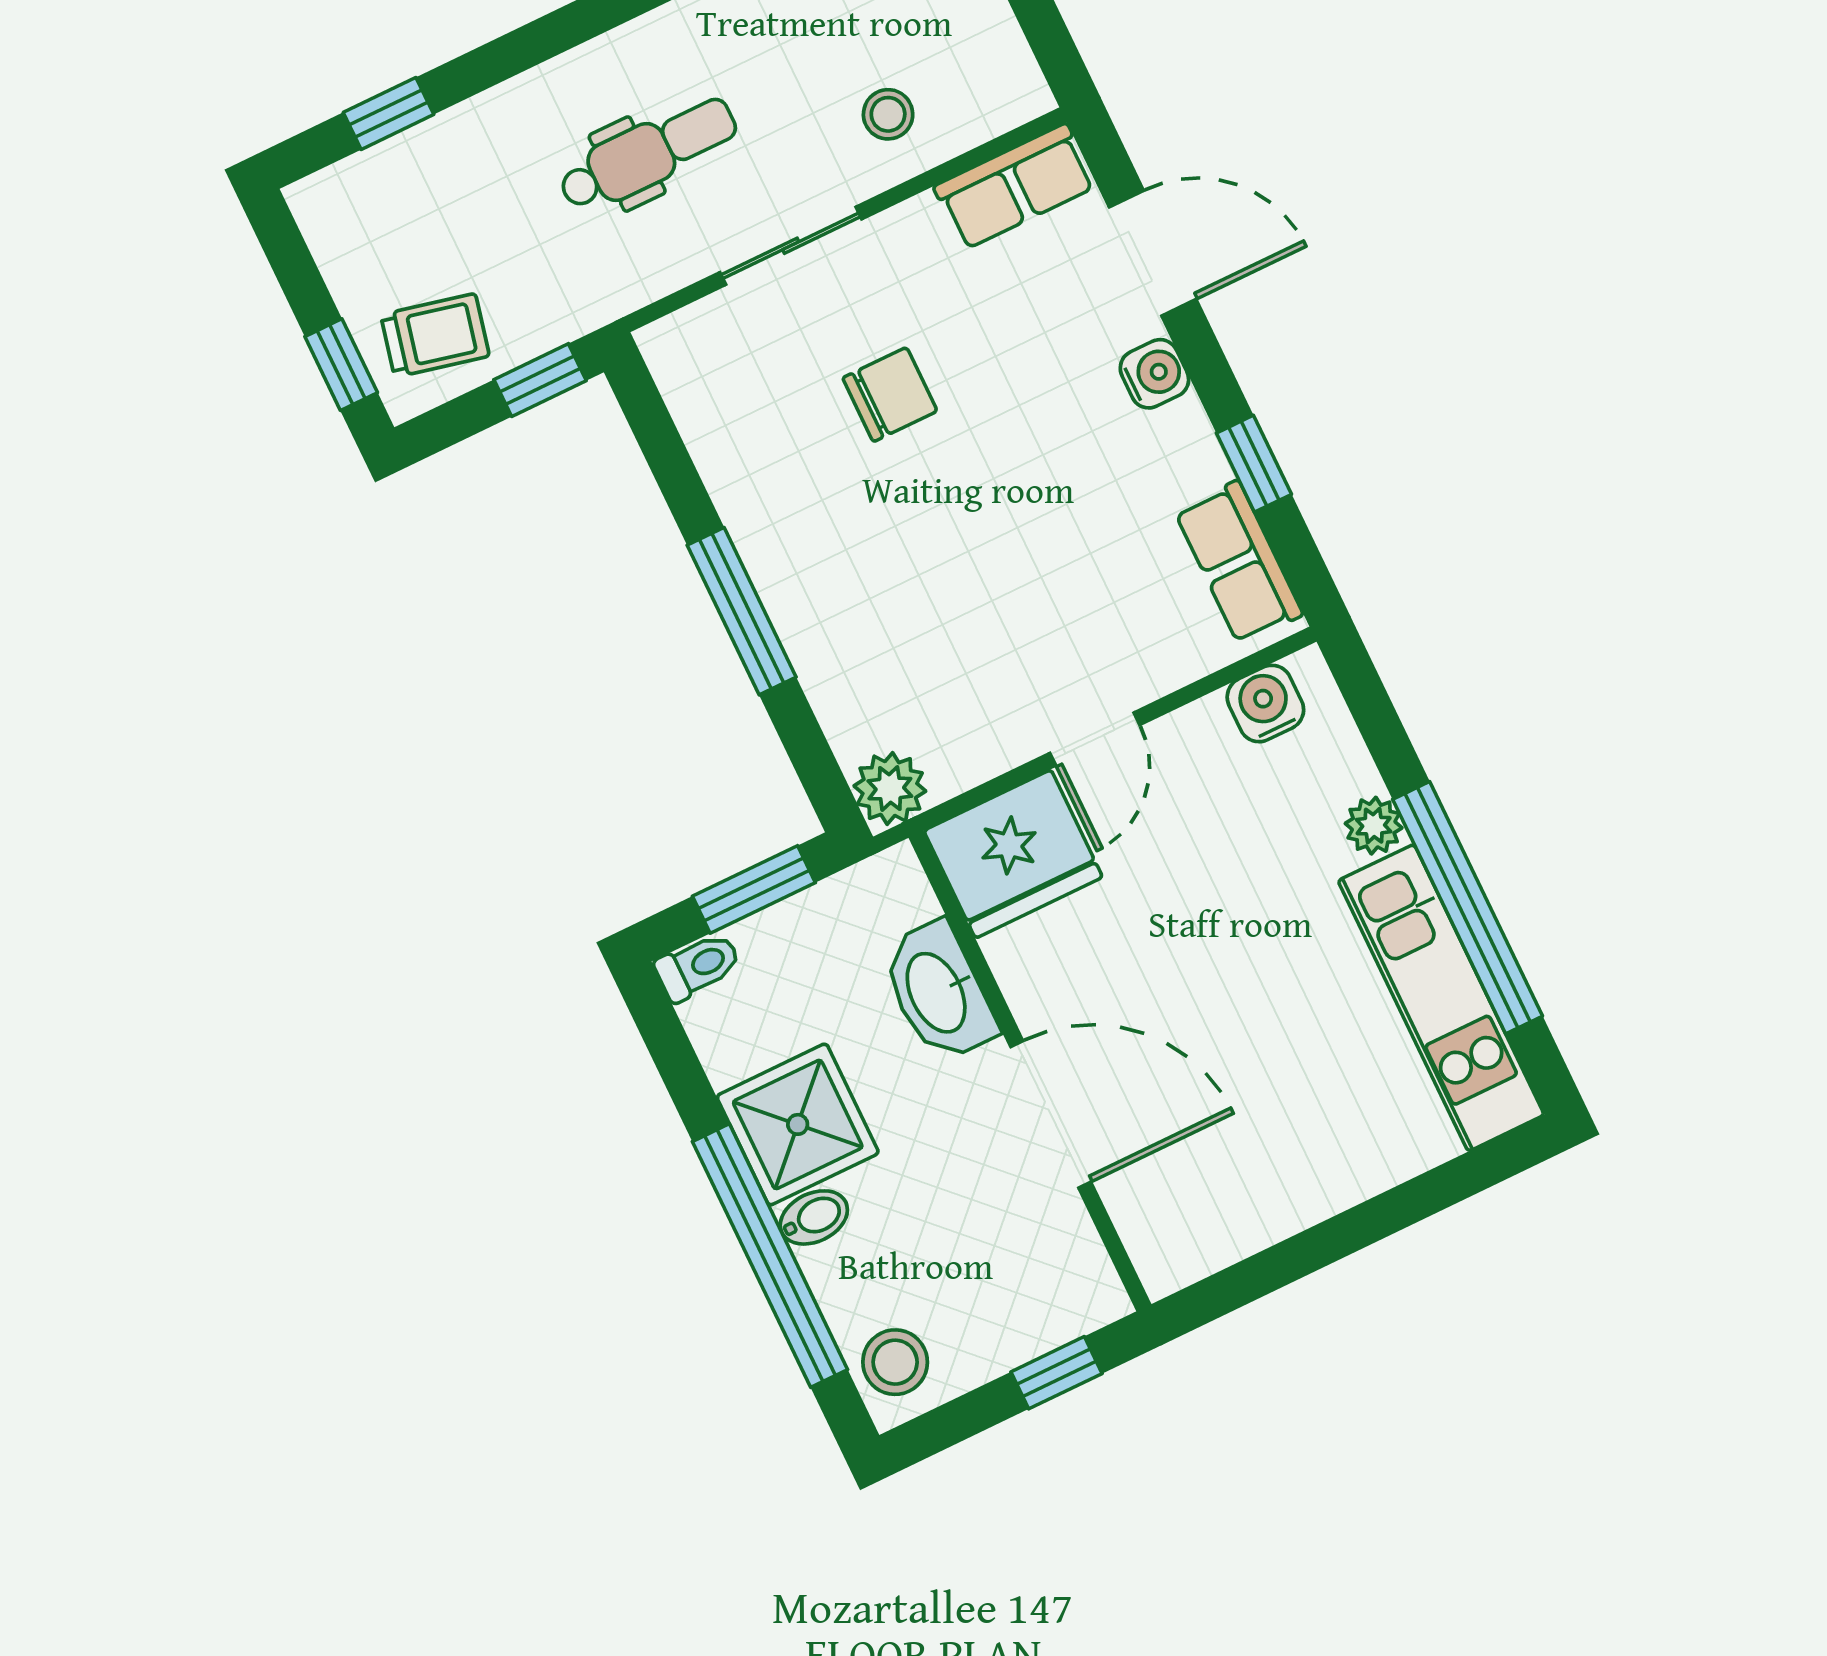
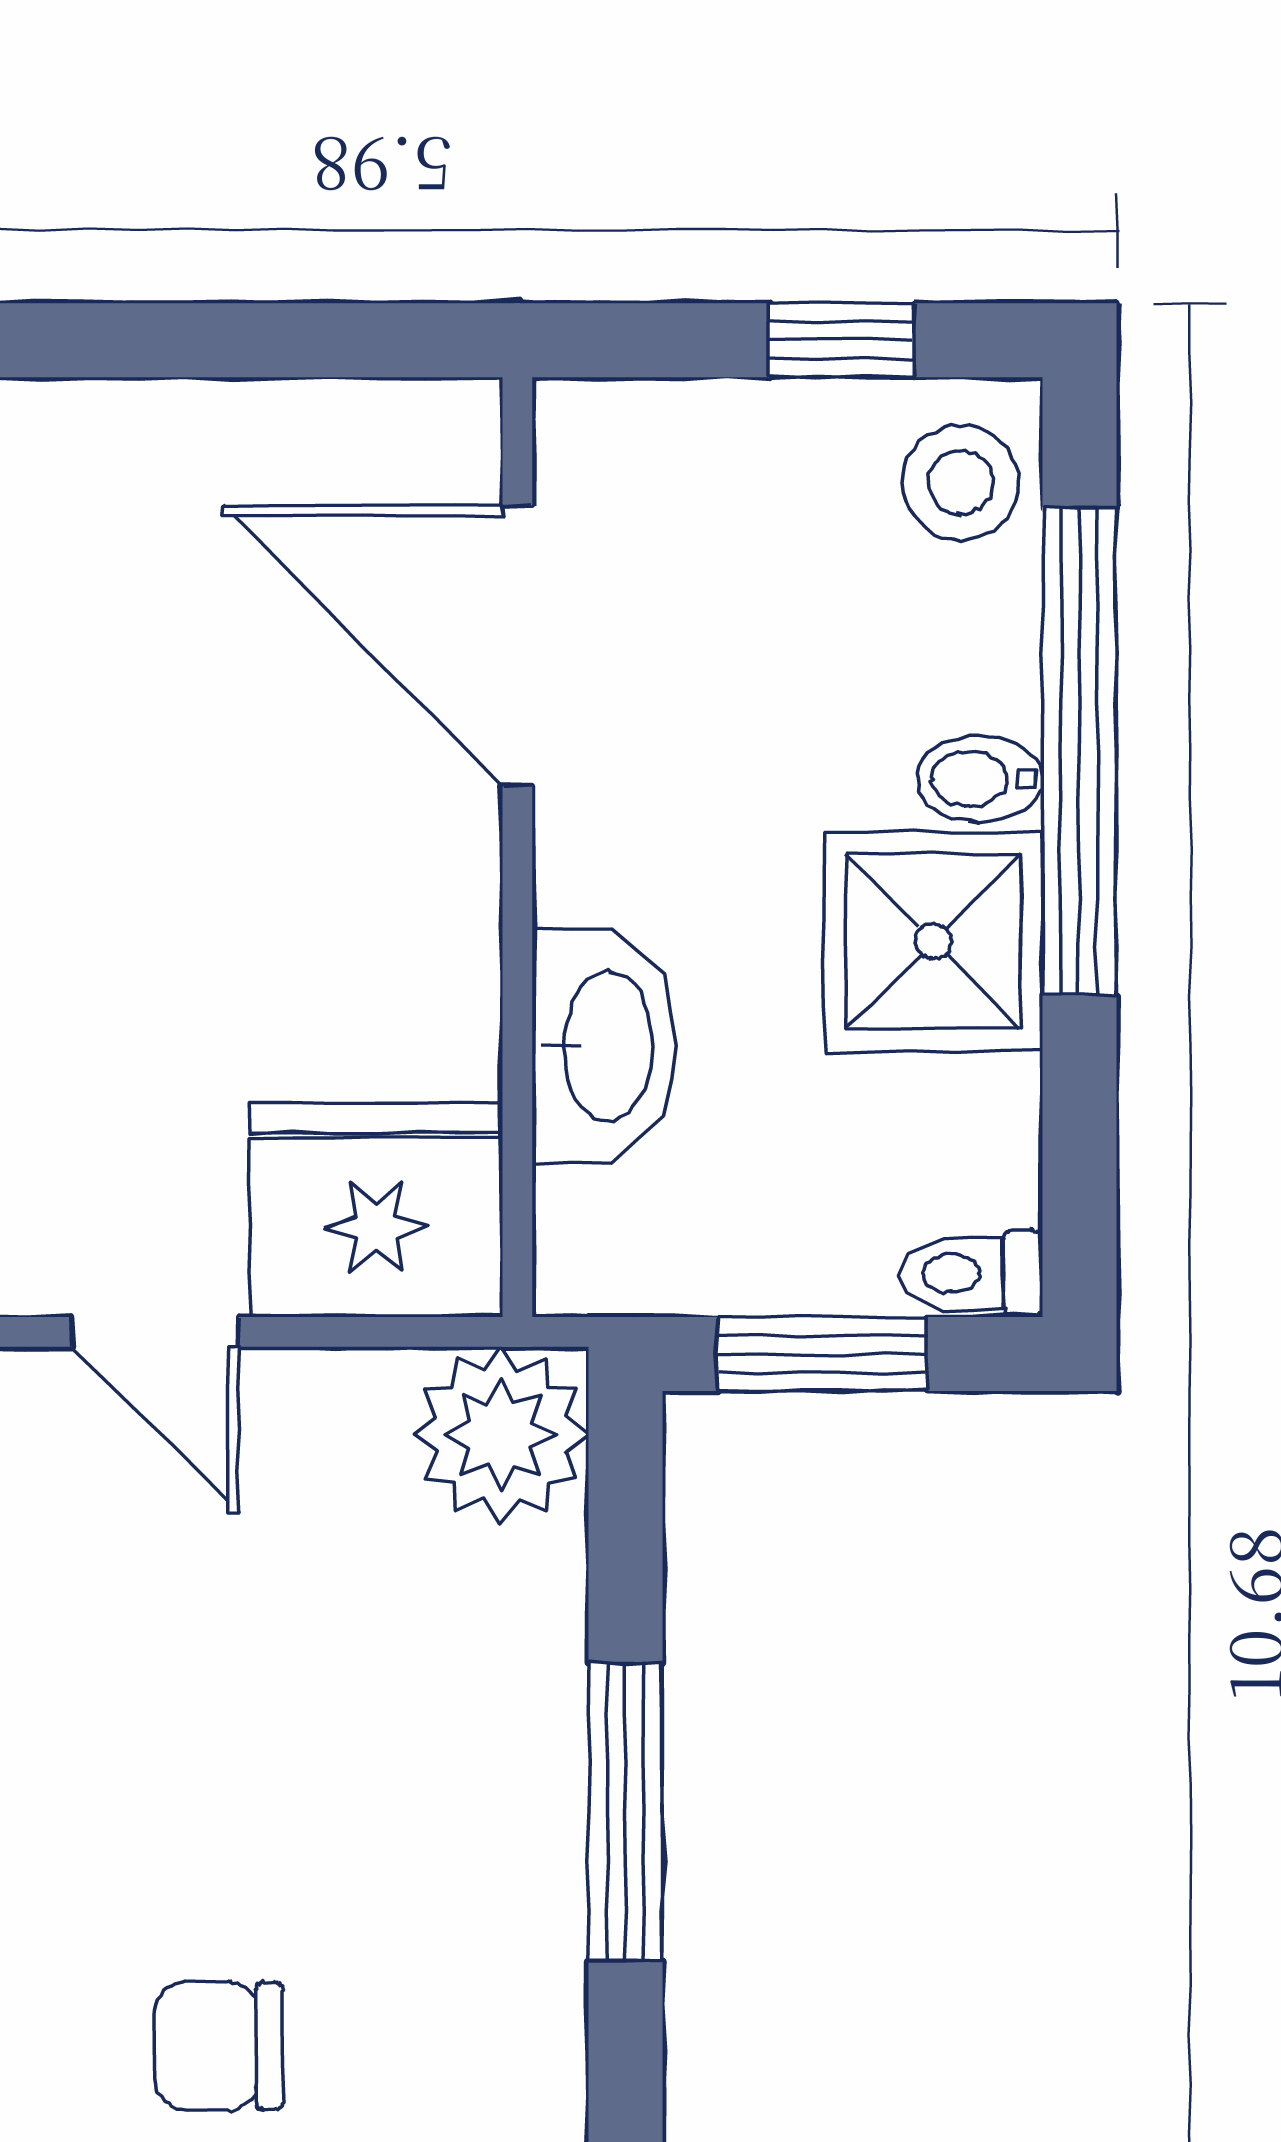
door: (1095, 739) -> (155, 1332), swing flipped
plant: (890, 789) -> (501, 1435), width x1.36, depth x1.36
door: (1051, 1114) -> (517, 646), moved
window: (1057, 1373) -> (841, 340), moved

